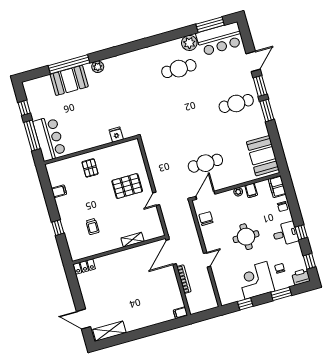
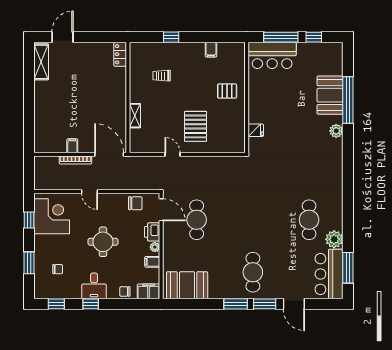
printer: (301, 277) -> (152, 232), moved, turned 180
corner desk: (256, 280) -> (52, 216), moved
filing cabinet: (180, 313) -> (72, 146), moved

